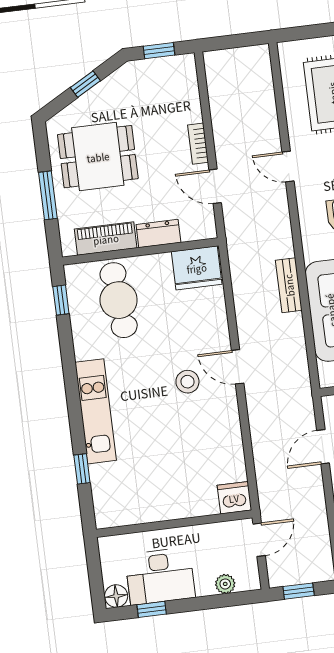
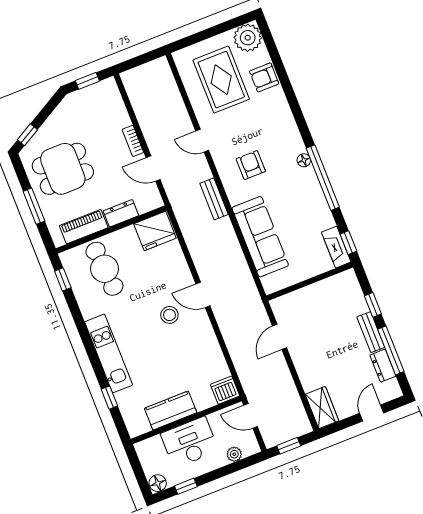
window: (85, 84) -> (27, 135), moved
bench: (289, 285) -> (214, 199), moved
kitchen counter: (157, 506) -> (171, 410), added
door: (259, 540) -> (251, 416), swing flipped
desk: (160, 576) -> (190, 442), moved, turned 180

